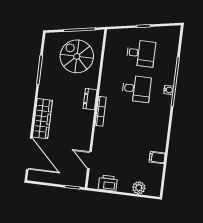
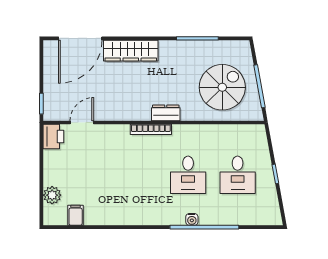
filing cabinet: (157, 158) -> (76, 215), moved
printer: (108, 183) -> (53, 137), moved

